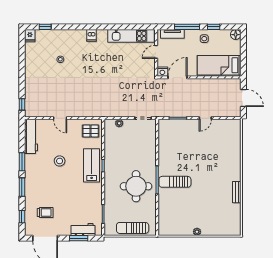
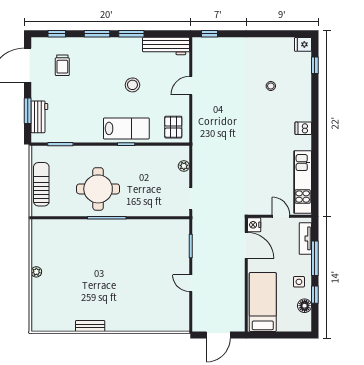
floor lamp: (236, 35) -> (305, 306), moved
sun lounger: (175, 182) -> (104, 242), removed

